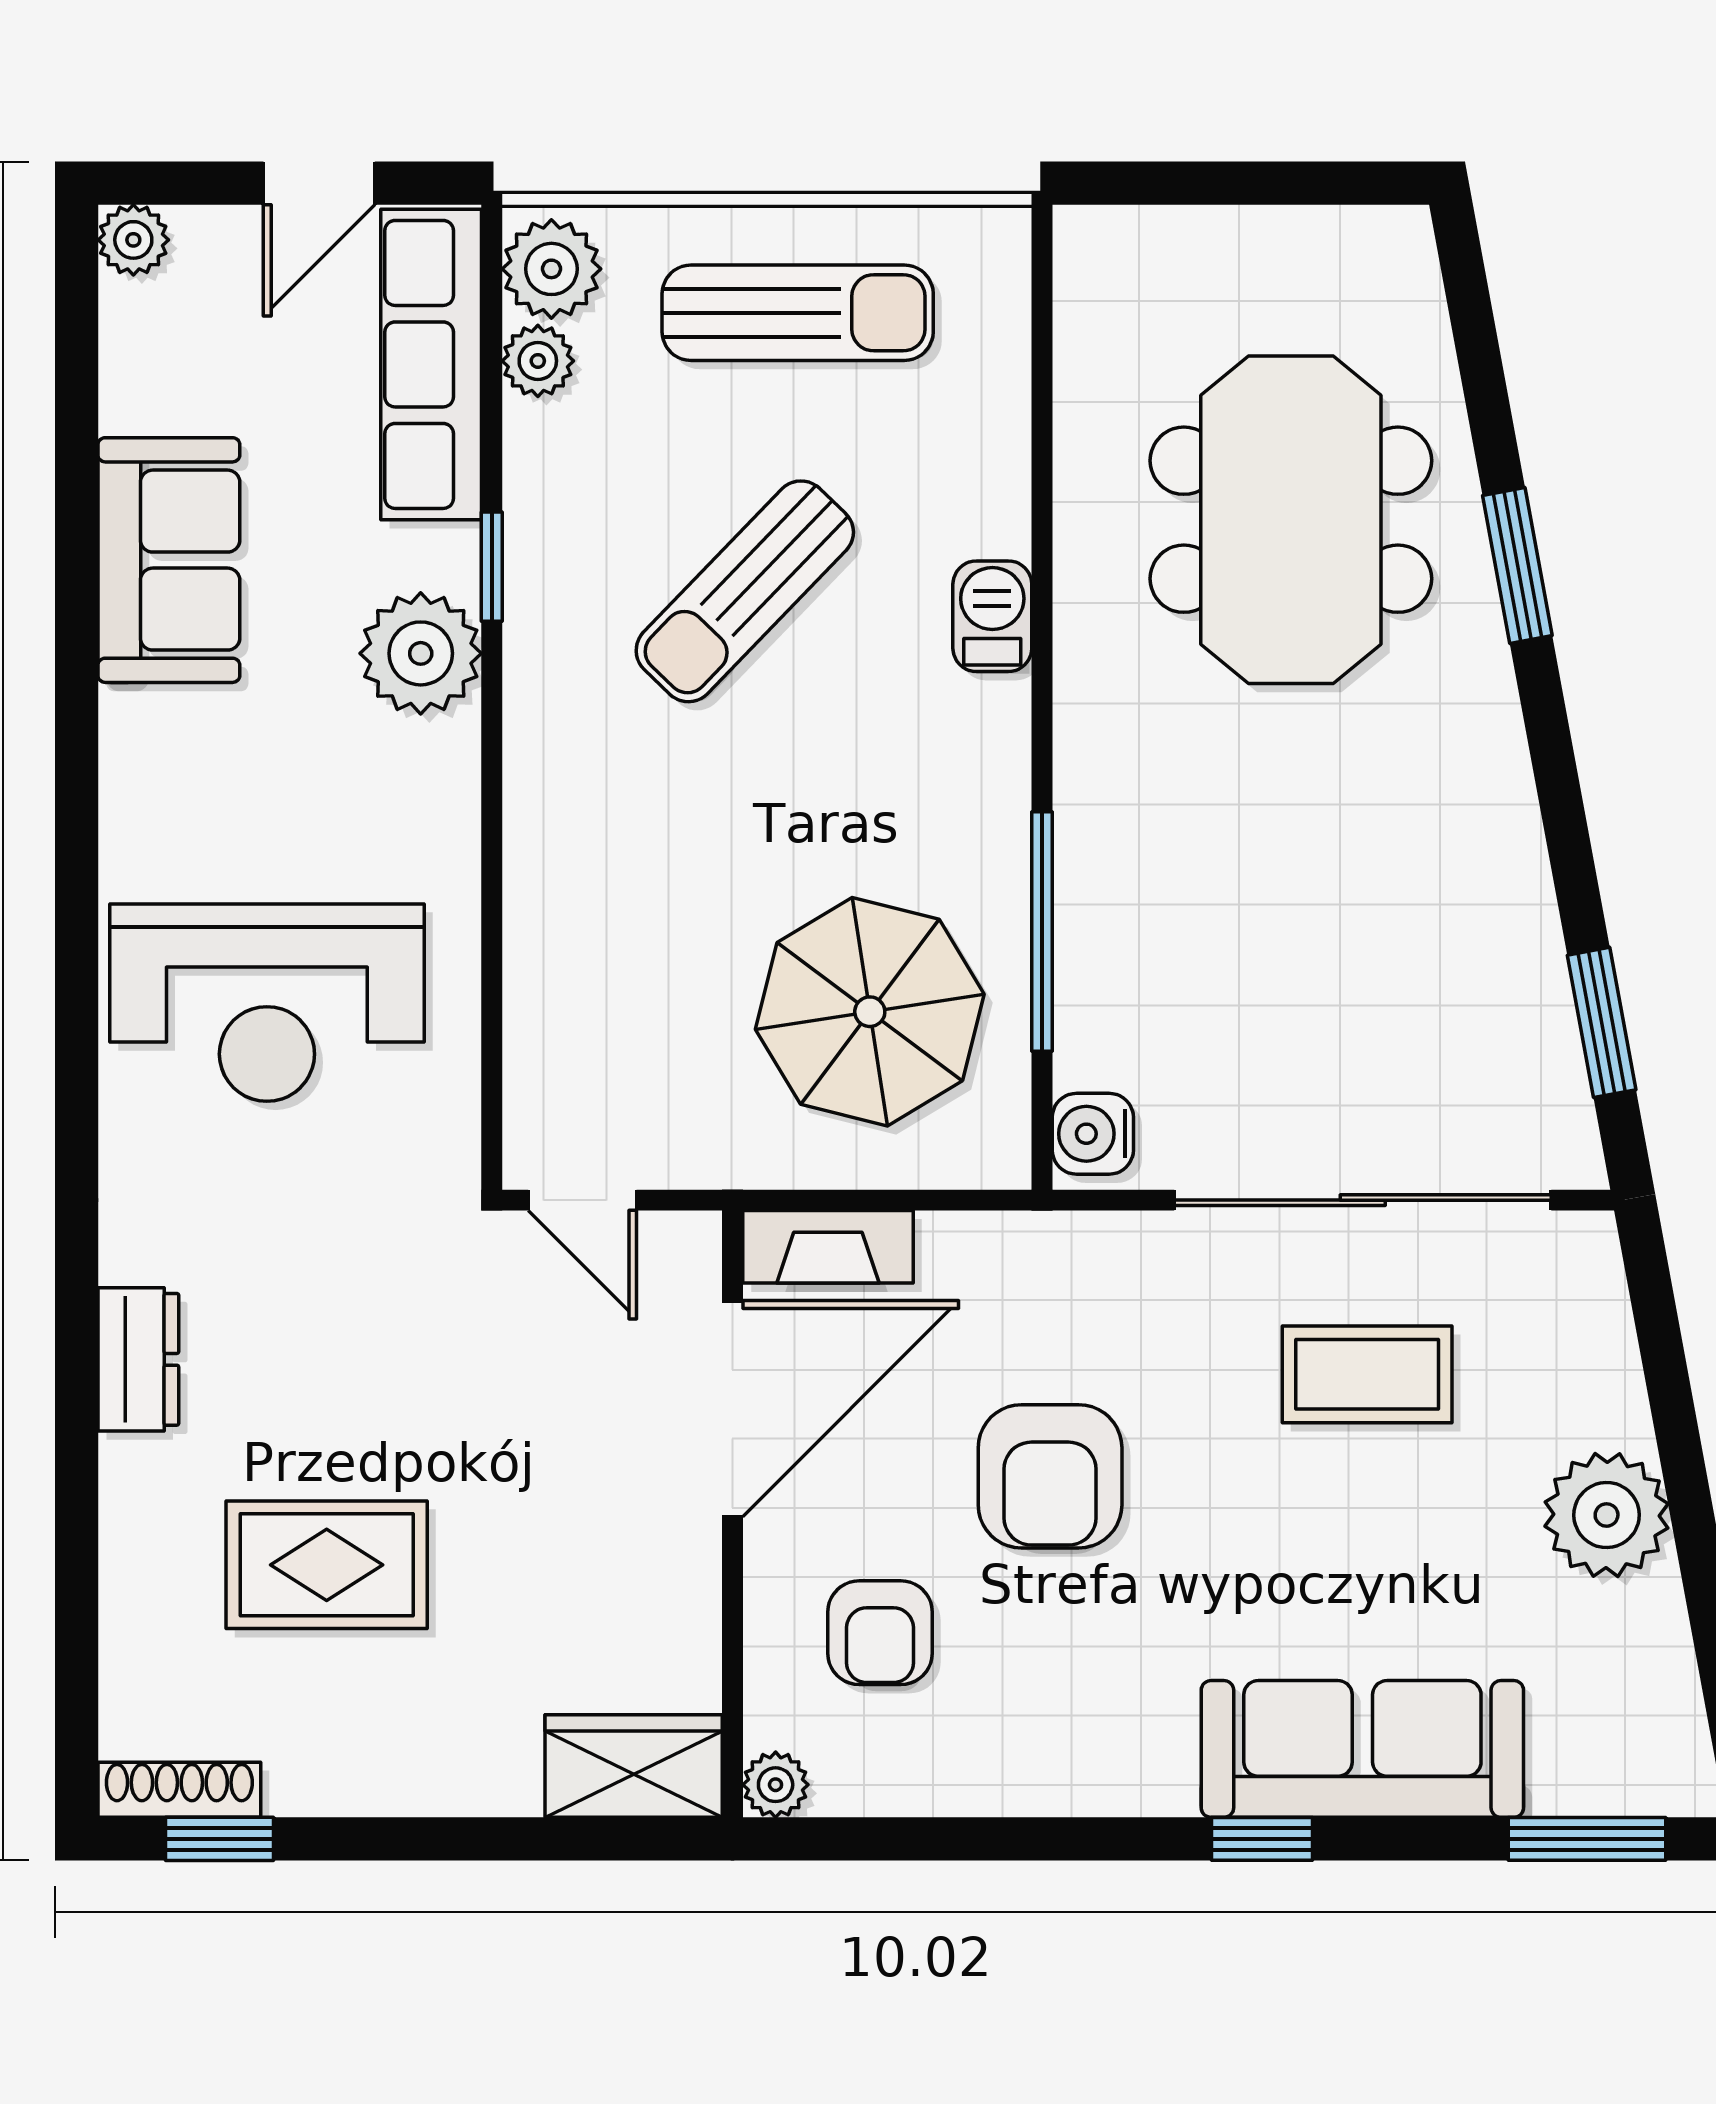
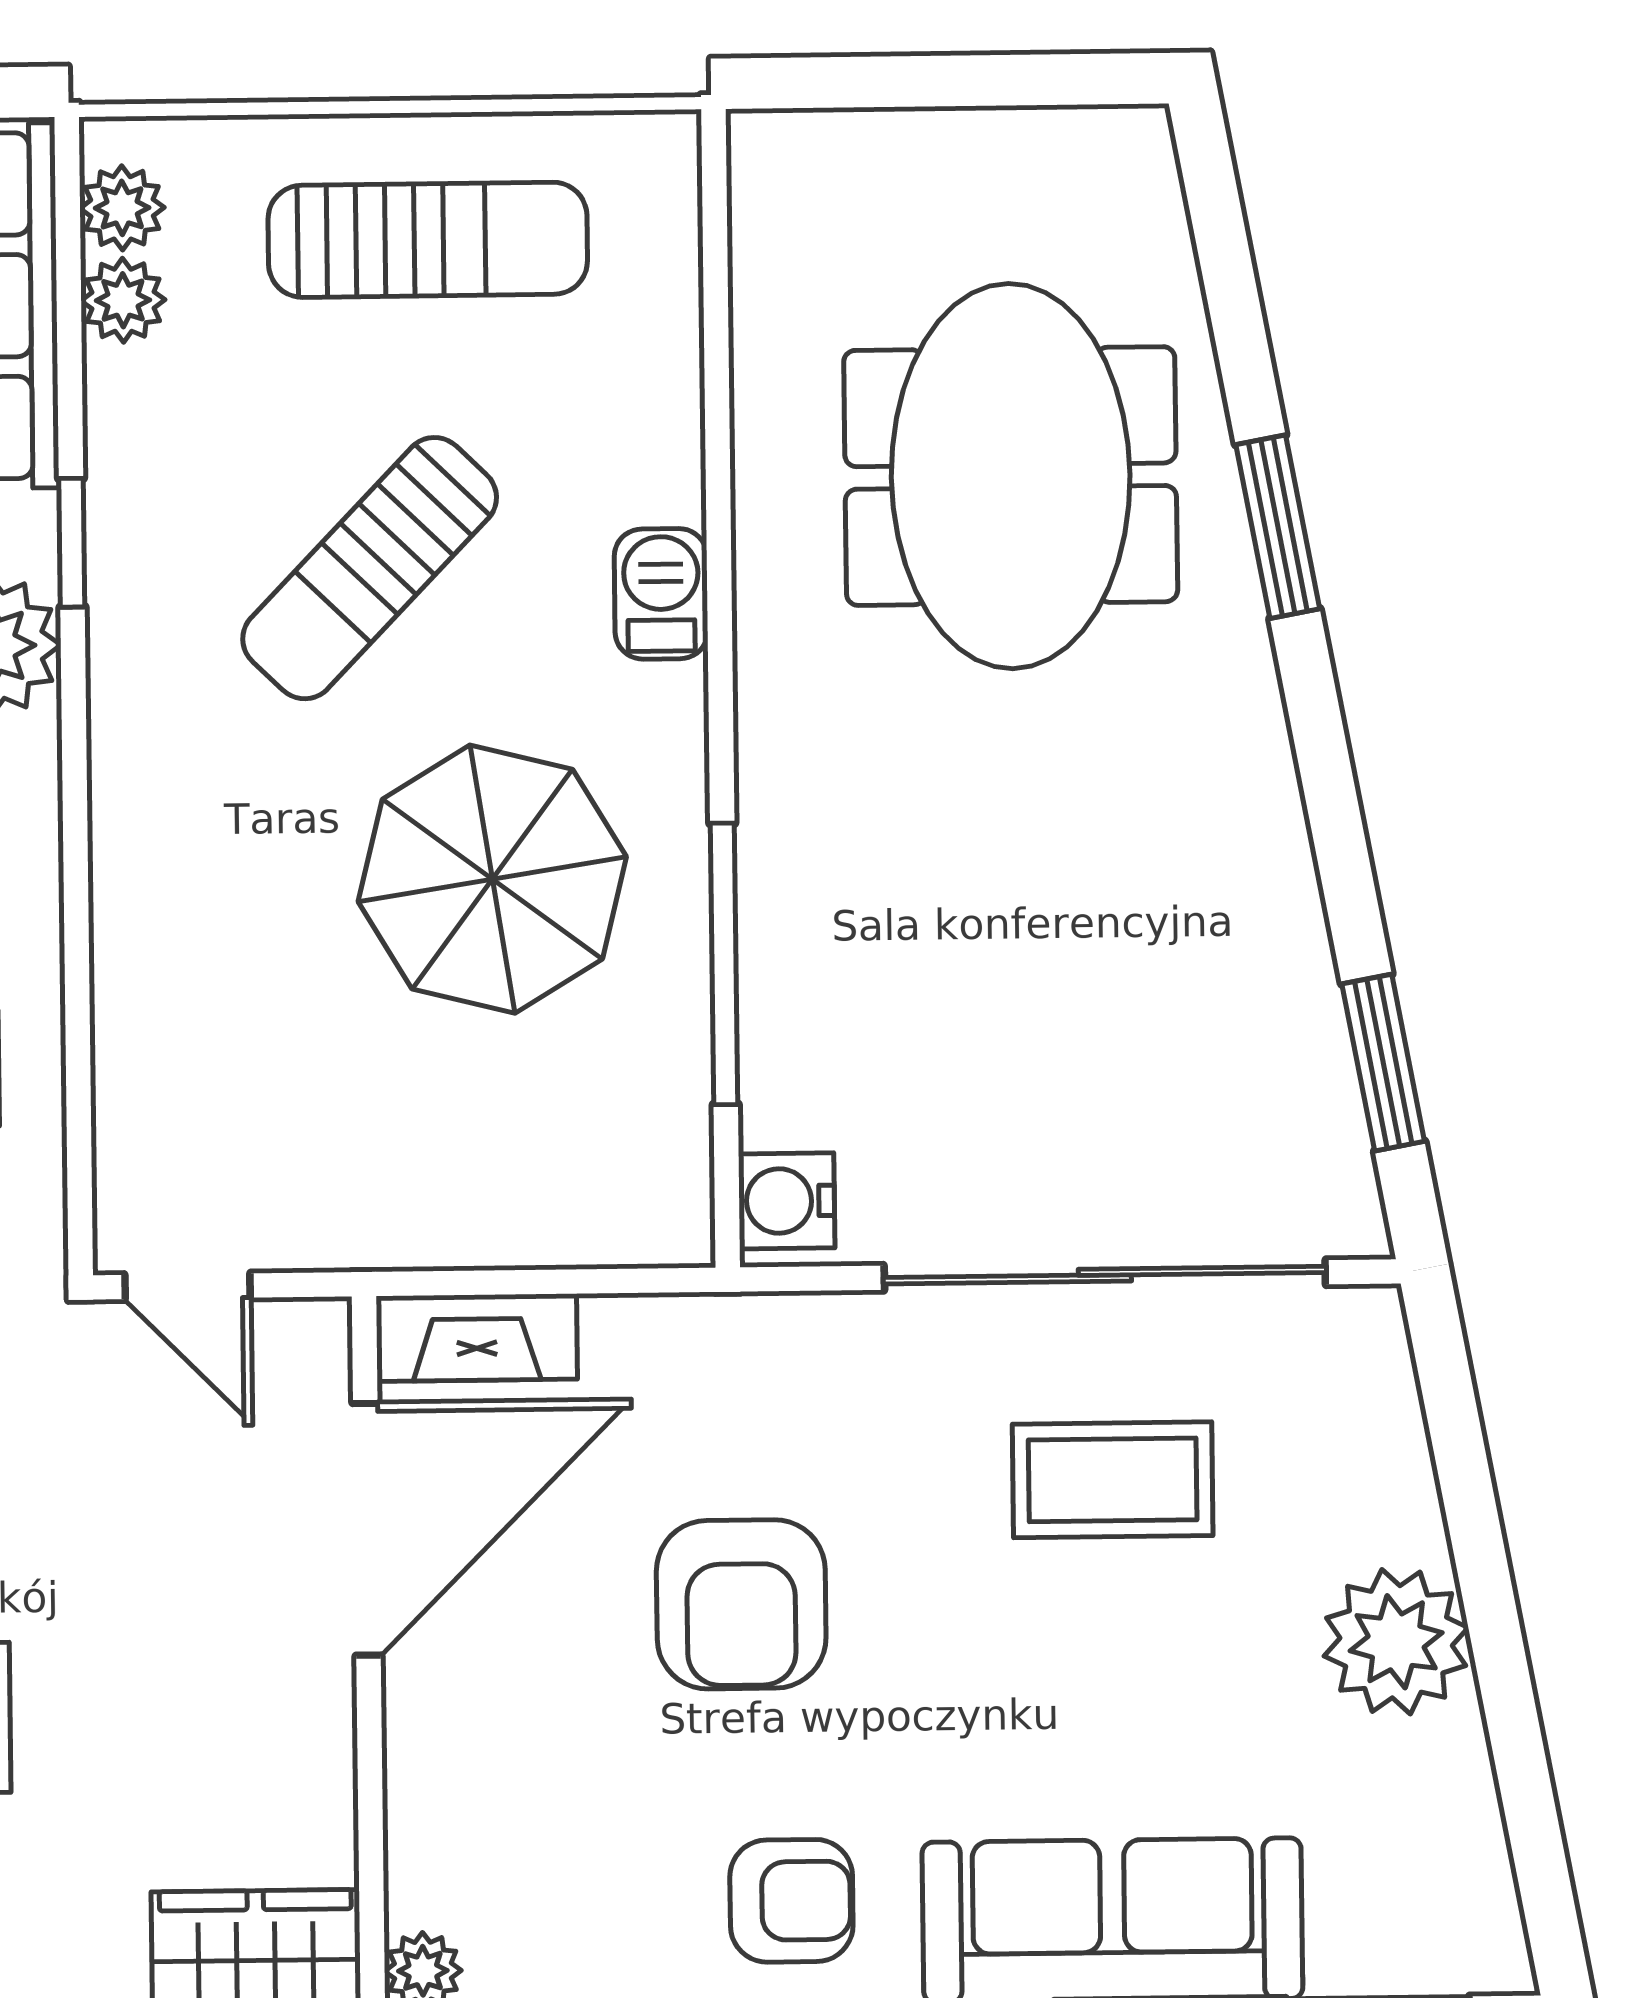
plant: (551, 269) -> (122, 208), width x0.73, depth x0.73
parasol: (870, 1012) -> (492, 879), moved
armchair: (880, 1633) -> (791, 1901), moved, turned -90

